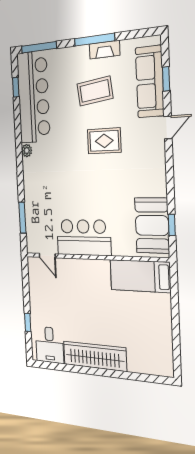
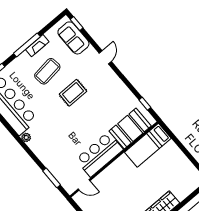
window: (166, 79) -> (77, 24), moved
sofa: (150, 82) -> (73, 38), width x0.73
booth: (152, 225) -> (130, 128), moved, turned 90

